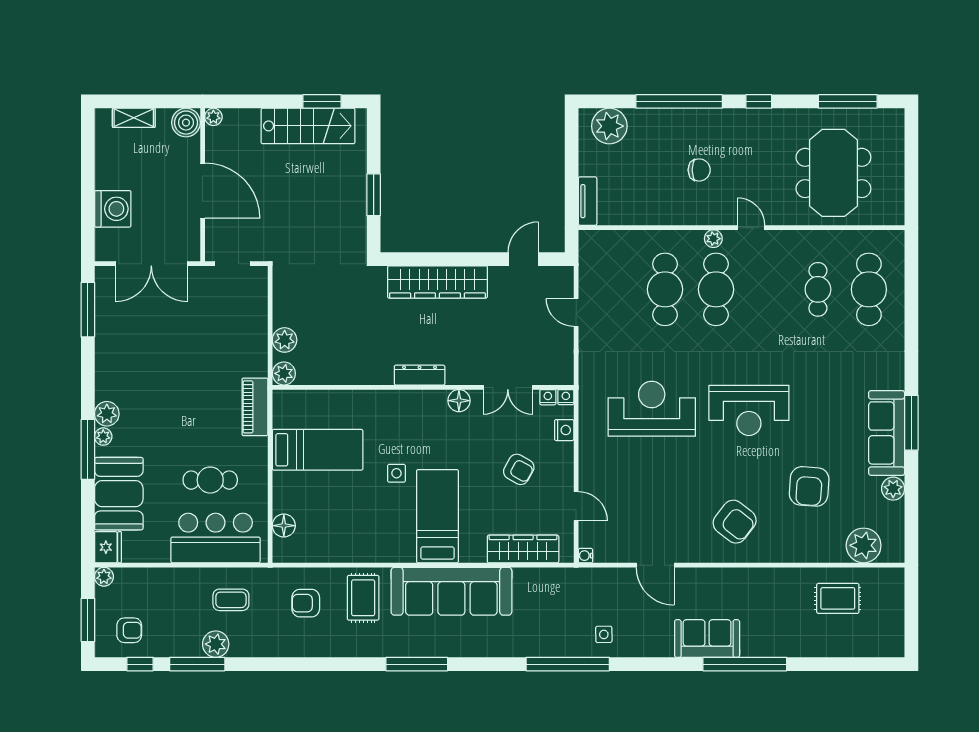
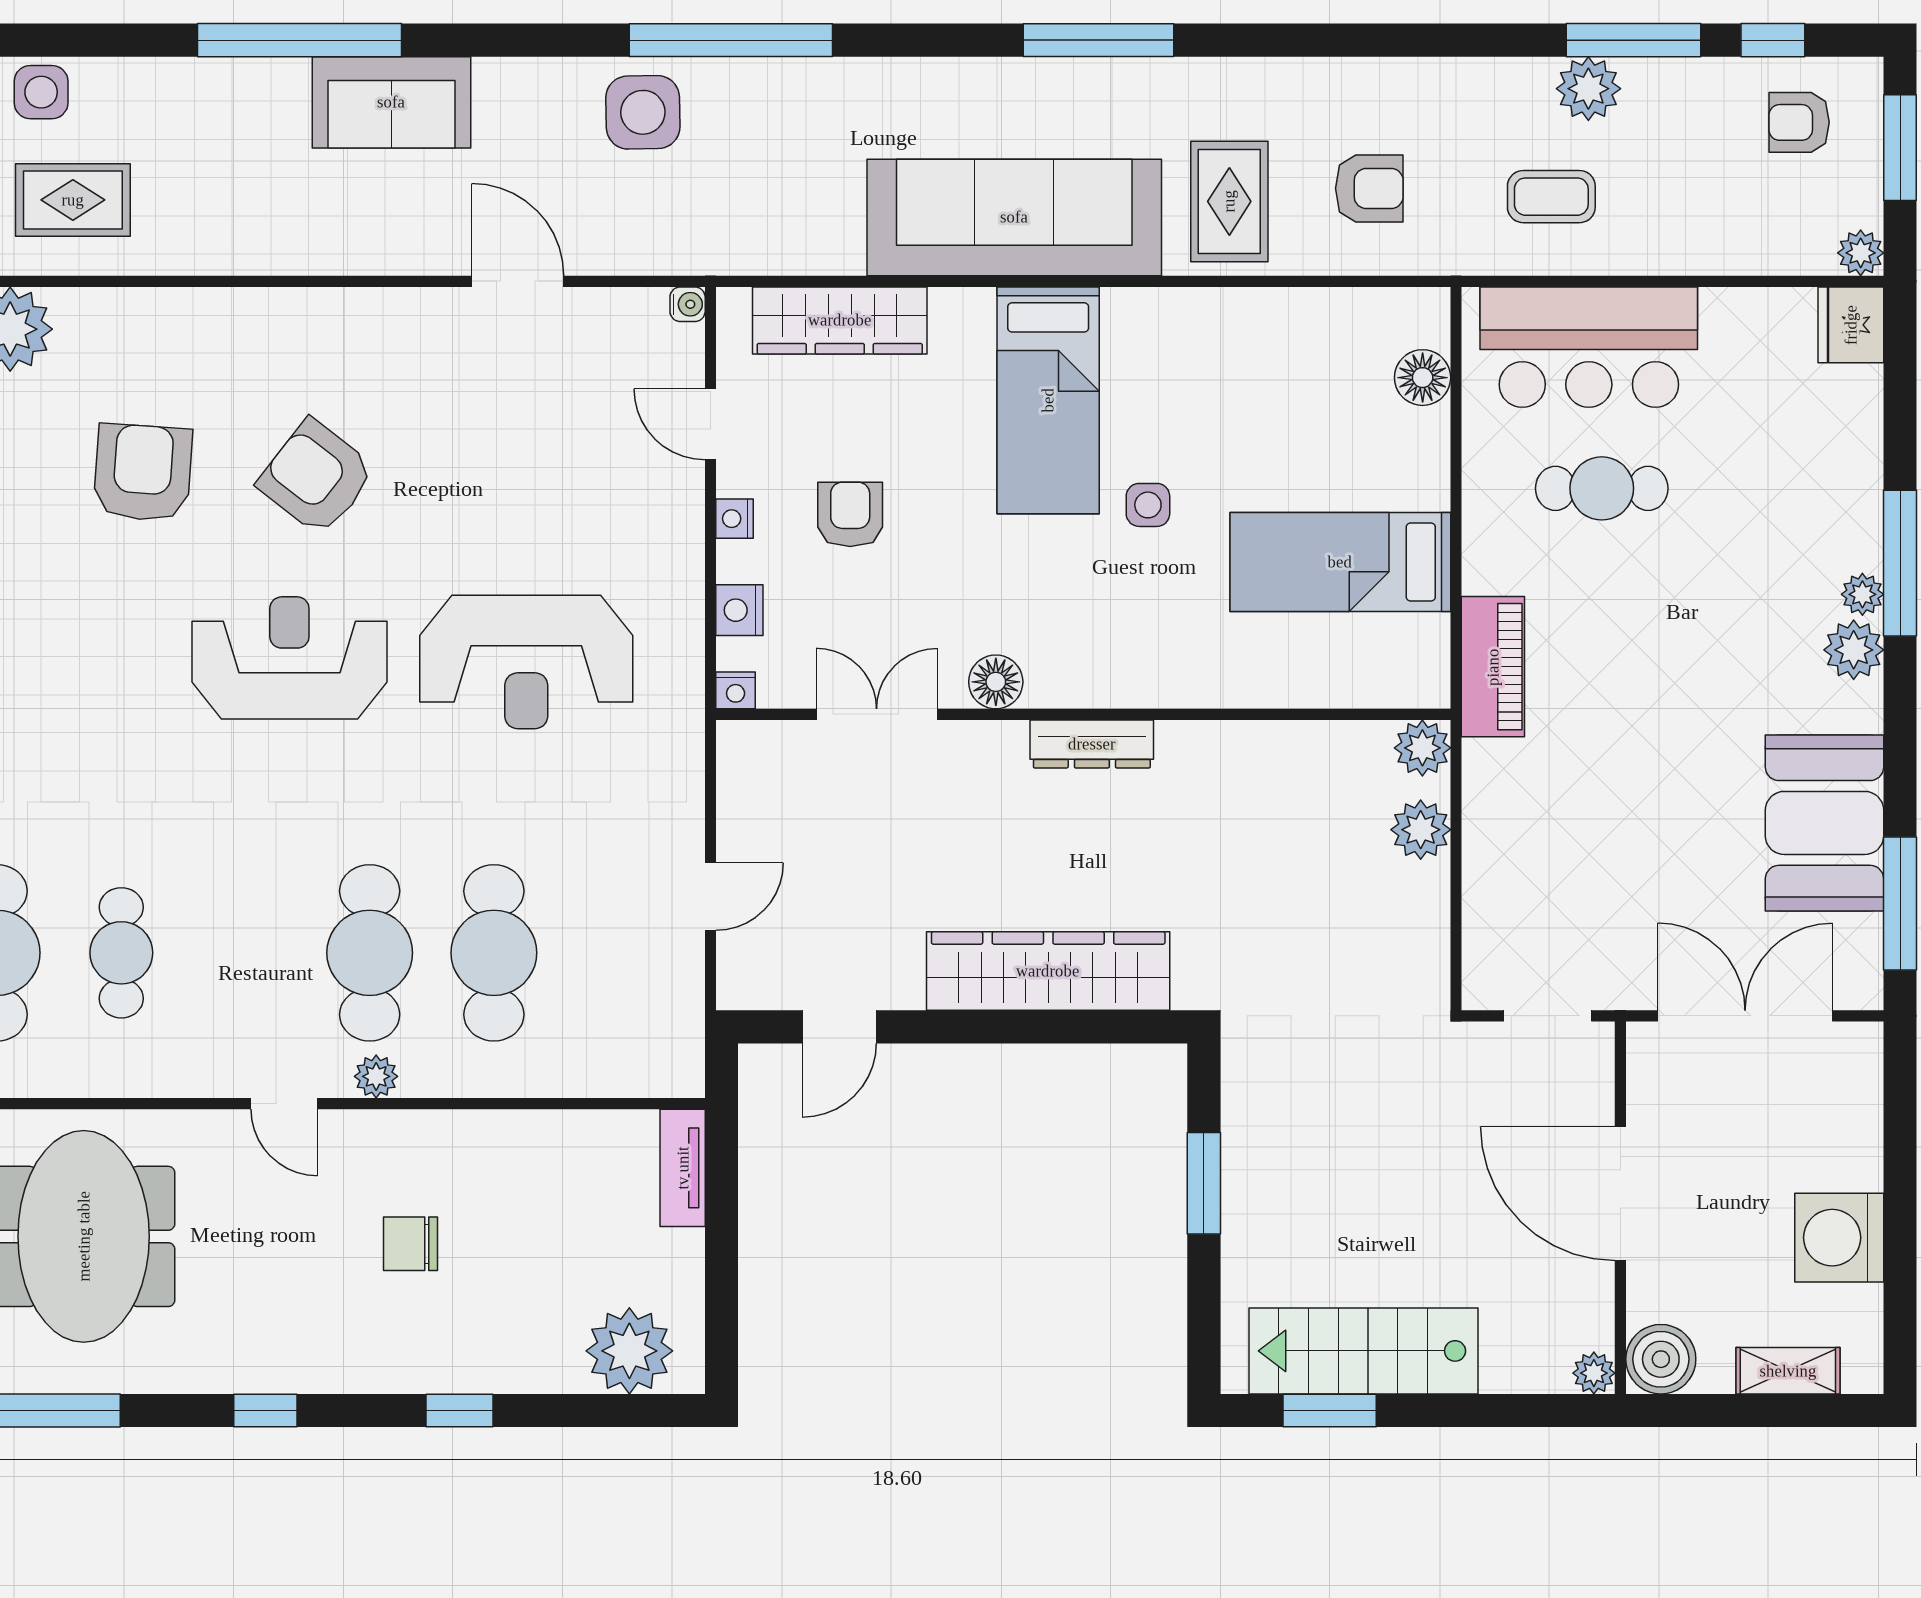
window: (679, 101) -> (459, 1411), width x0.32
washing machine: (113, 209) -> (1839, 1238), moved
door: (576, 312) -> (710, 897), hinge flipped
nightstand: (548, 397) -> (735, 519), moved, turned 90
armchair: (519, 469) -> (850, 514), turned 61
booth: (119, 494) -> (1825, 823), moved
armchair: (735, 522) -> (316, 477), moved
side table: (604, 634) -> (643, 112), width x1.87, depth x1.87
side table: (851, 643) -> (41, 92), added

